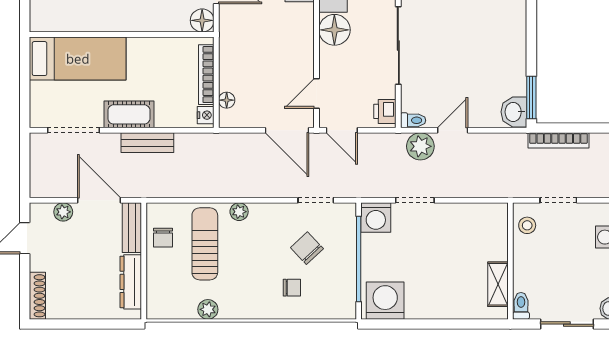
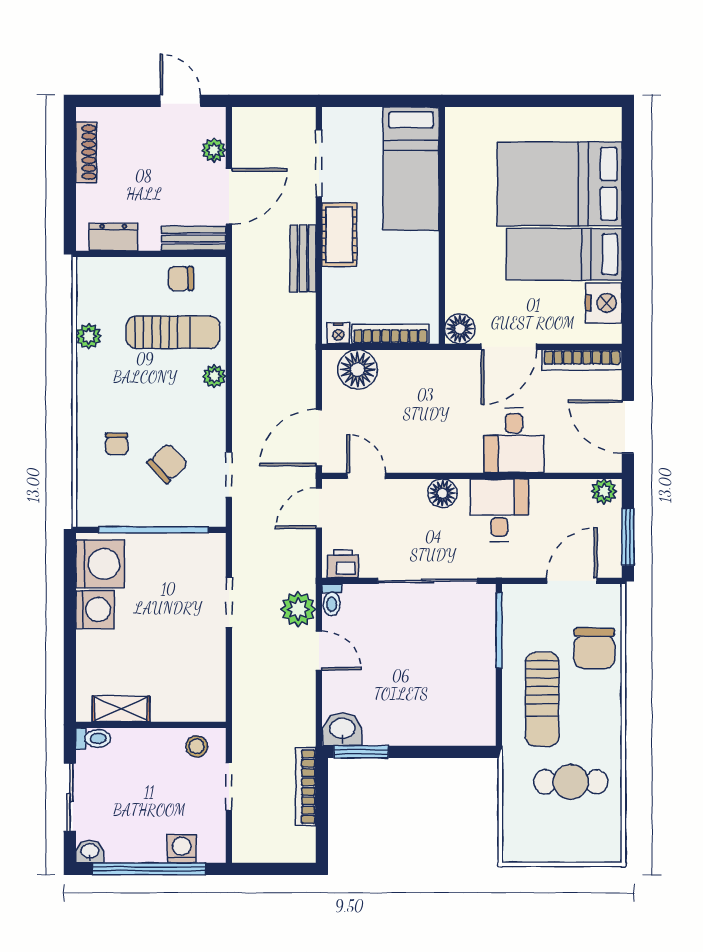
floor lamp: (334, 30) -> (442, 493), width x0.73, depth x0.73
floor lamp: (227, 100) -> (357, 369), width x1.89, depth x1.89
washing machine: (376, 218) -> (95, 610), moved, turned 180
dresser: (131, 282) -> (113, 237), width x0.70
shoe rack: (37, 296) -> (86, 152), moved, turned -90

